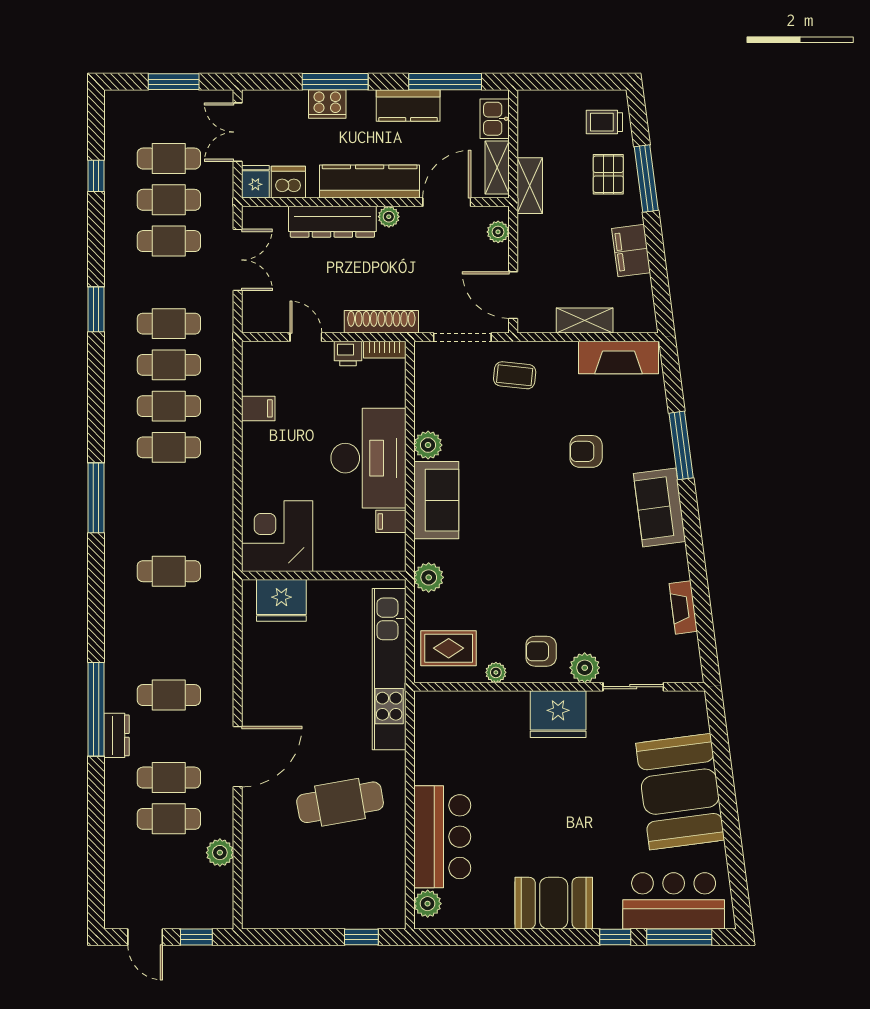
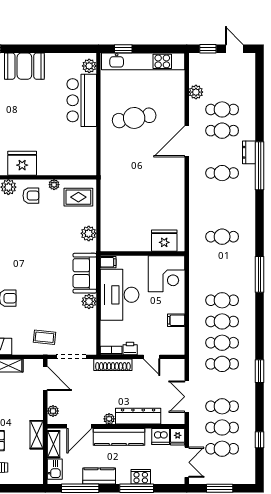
corner desk: (277, 536) -> (166, 274), moved
wall: (324, 576) -> (143, 253), moved
fridge: (281, 600) -> (164, 241), moved
kitchen unit: (389, 669) -> (143, 61), moved, turned 90

